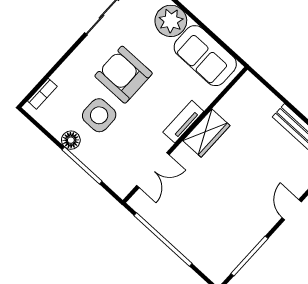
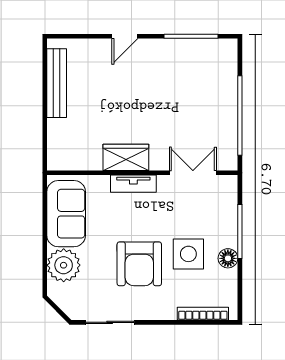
bookcase: (42, 94) -> (203, 314), width x1.56

